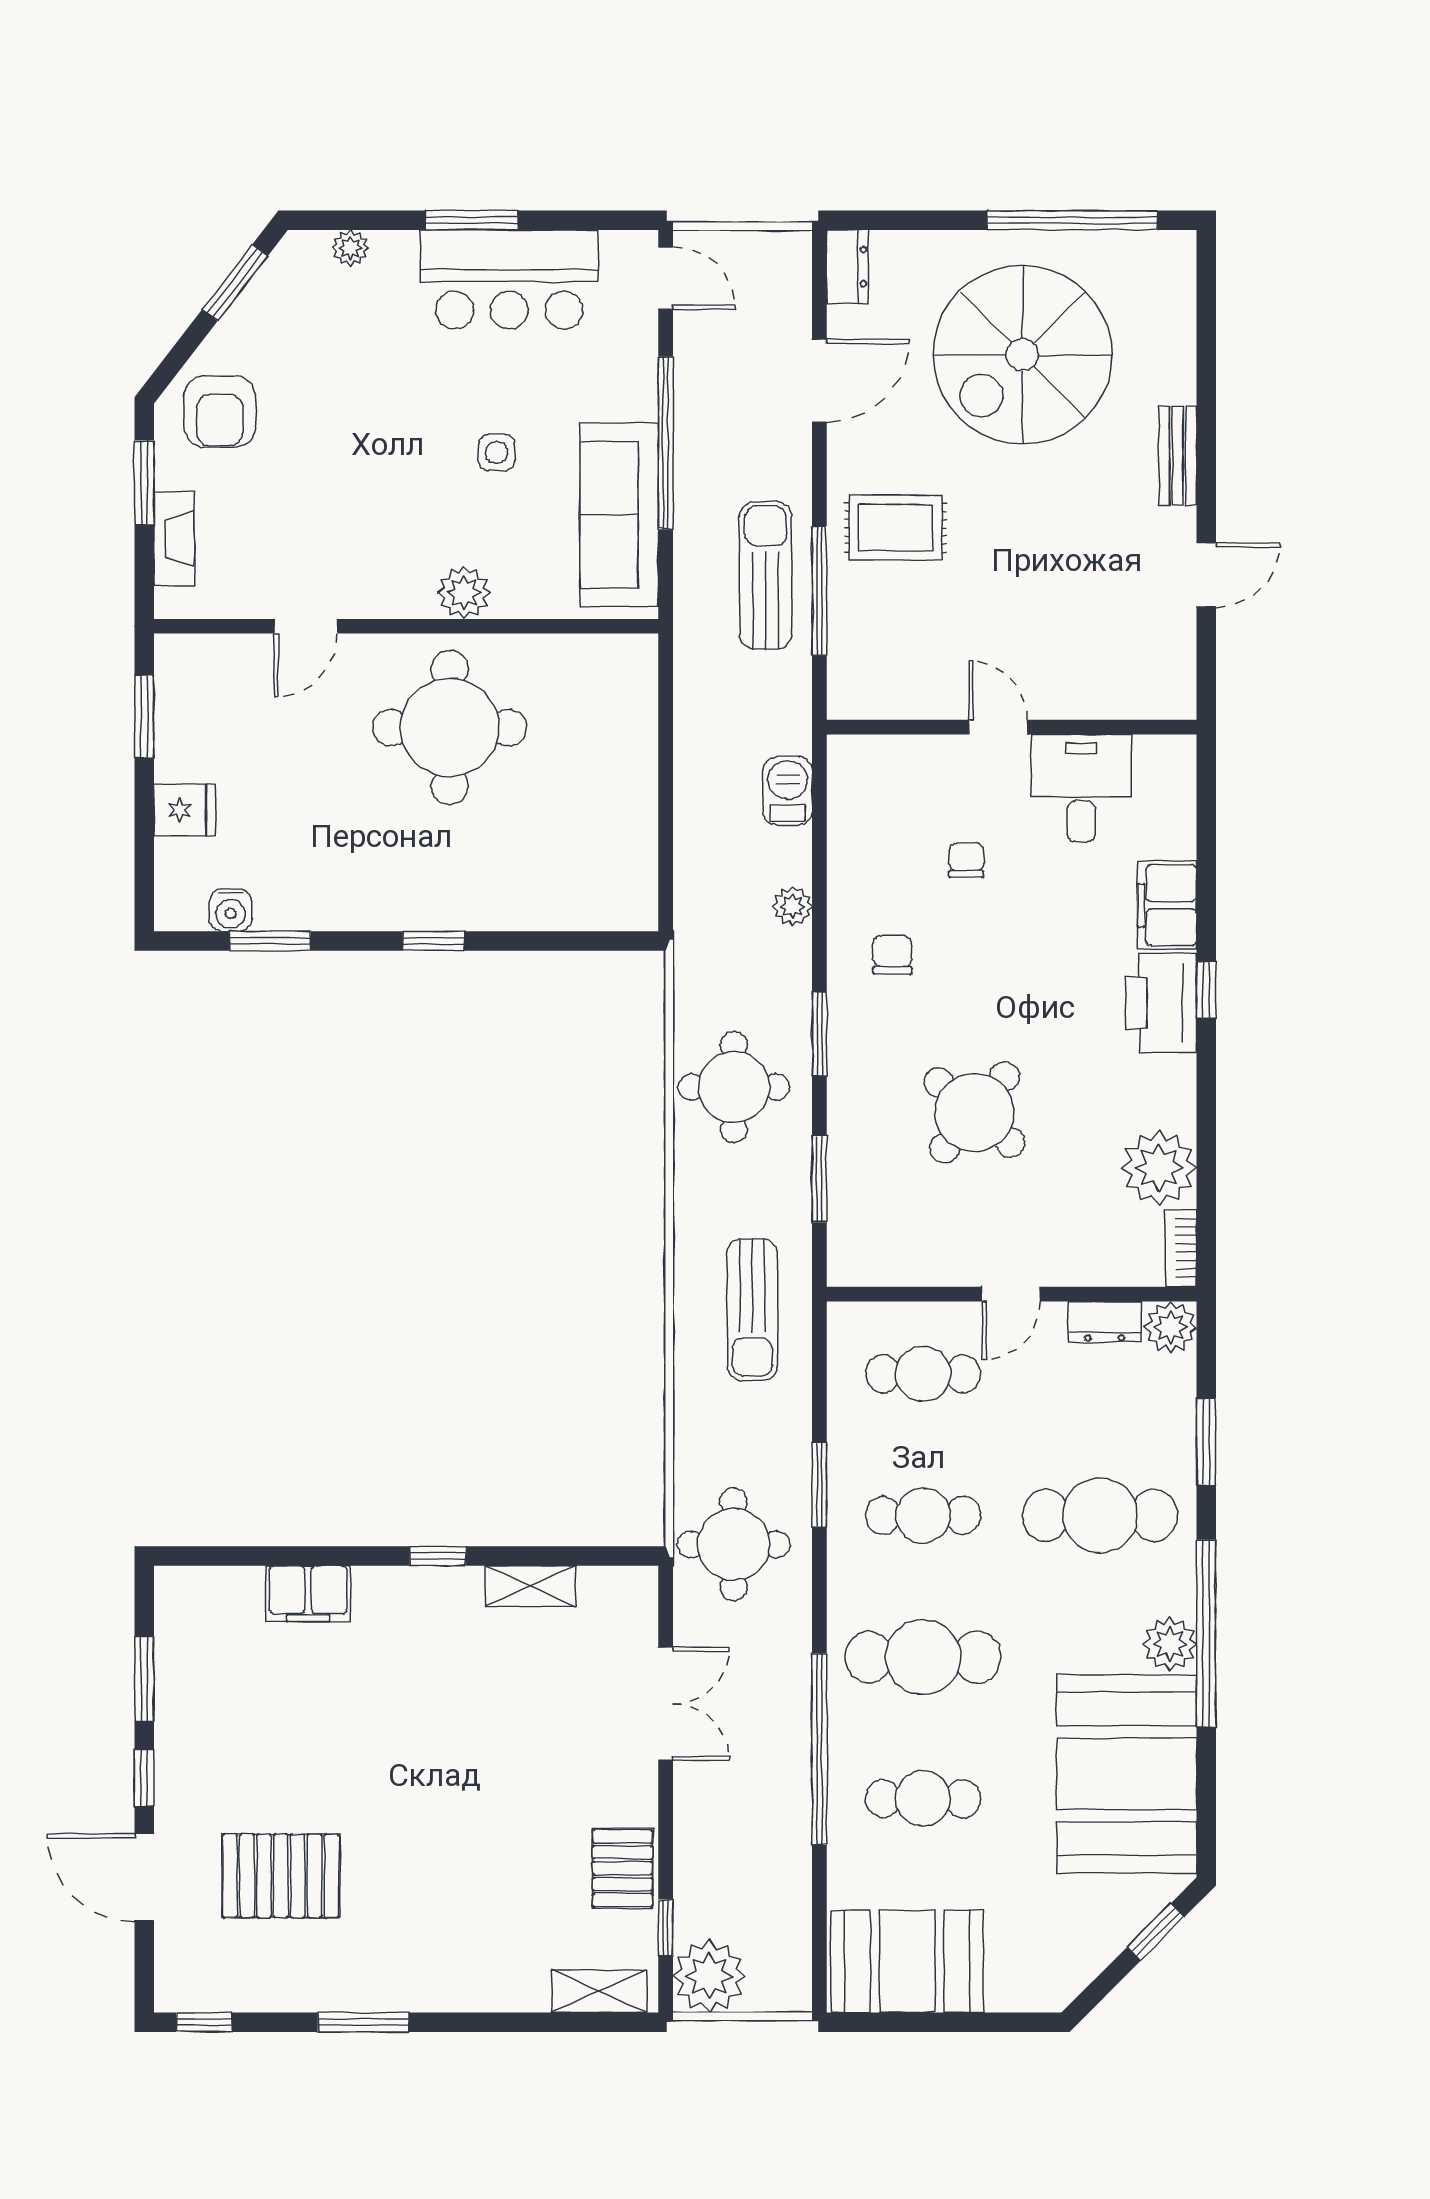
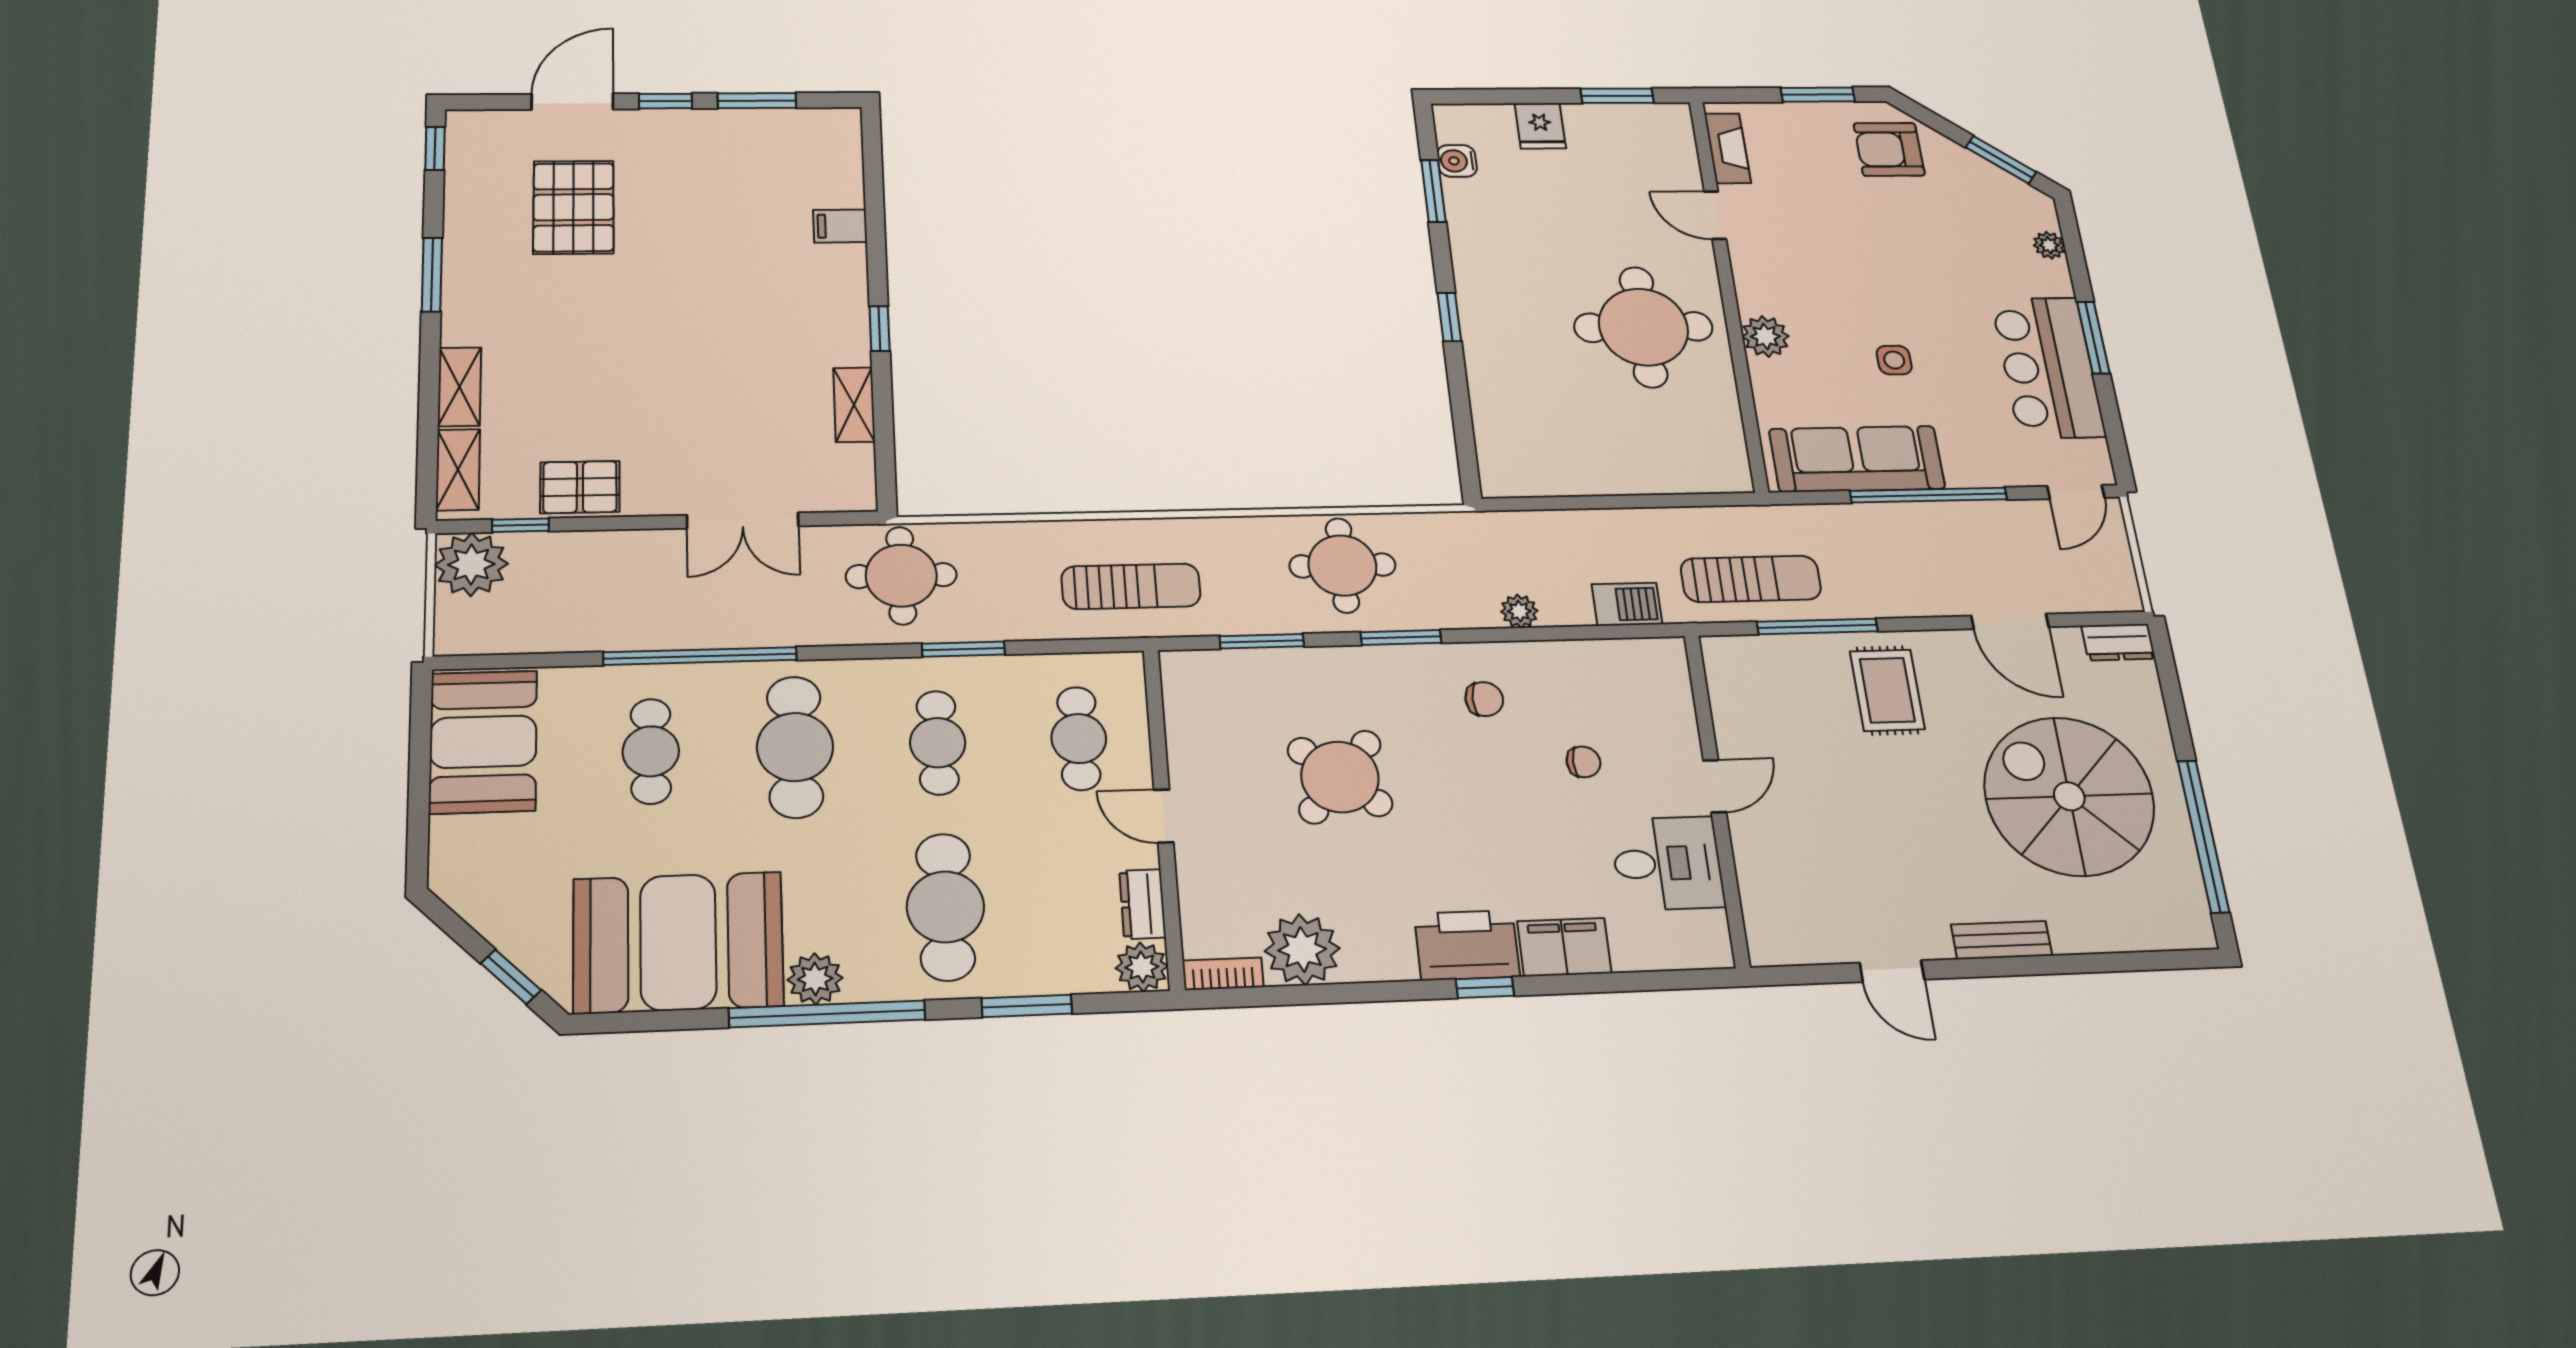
fireplace: (174, 539) -> (1728, 148), moved, turned -90
sun lounger: (766, 575) -> (1751, 579), moved
sun lounger: (752, 1309) -> (1131, 586), turned 180
filing cabinet: (308, 1594) -> (840, 226), width x0.50
shelving: (501, 1991) -> (460, 387), added

